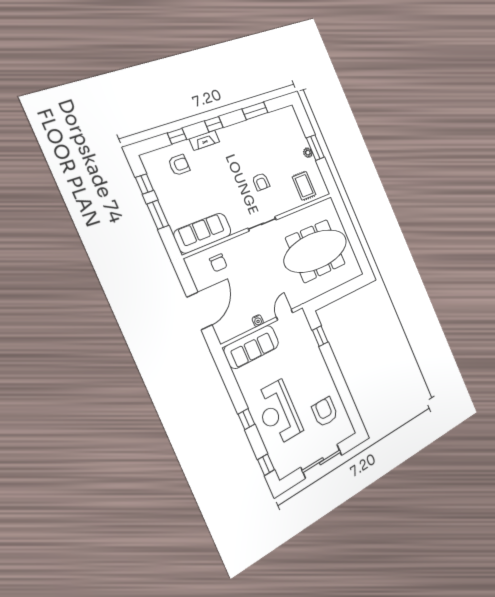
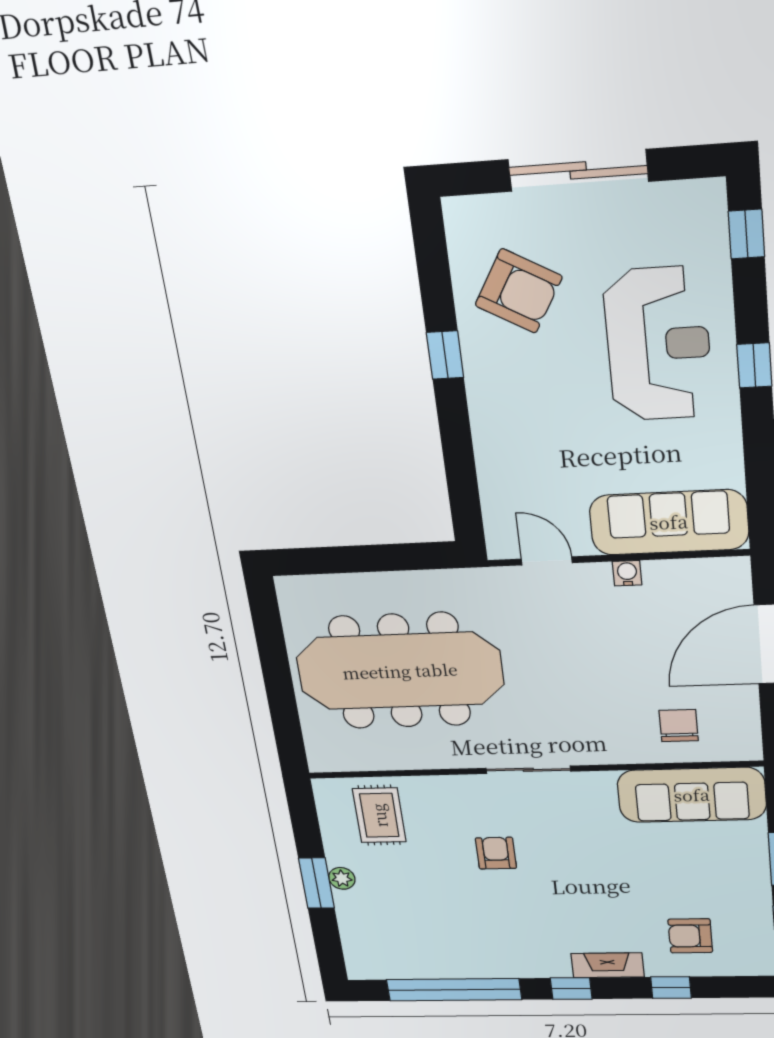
window: (255, 111) -> (454, 990), width x2.11
door: (285, 315) -> (547, 561), swing flipped
window: (320, 336) -> (445, 355), moved
armchair: (325, 412) -> (519, 291), turned -60

